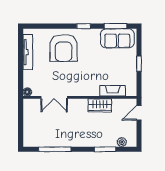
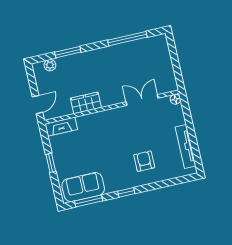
armchair: (64, 48) -> (144, 161), width x0.53, depth x0.53
fireplace: (113, 91) -> (61, 127), moved

